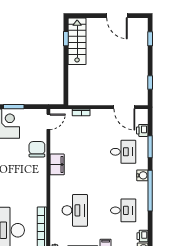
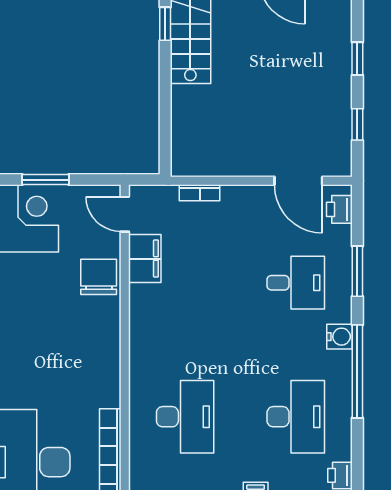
window: (150, 39) -> (357, 59), moved
door: (48, 122) -> (125, 214), swing flipped
printer: (142, 130) -> (339, 209), moved
filing cabinet: (57, 164) -> (145, 259), moved
desk: (123, 210) -> (296, 417), width x1.37

